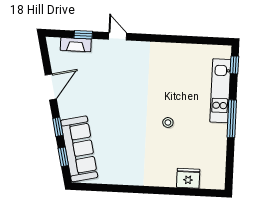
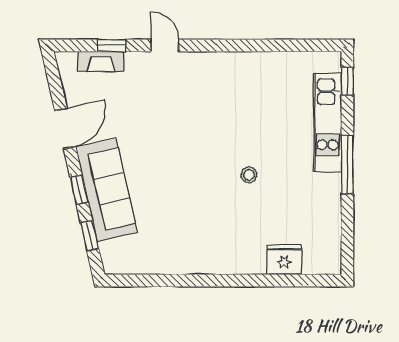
sofa: (79, 149) -> (106, 190), moved

